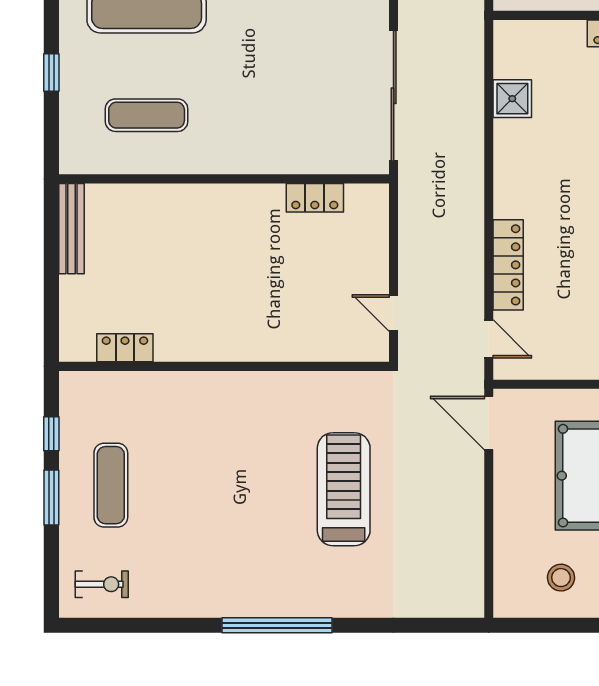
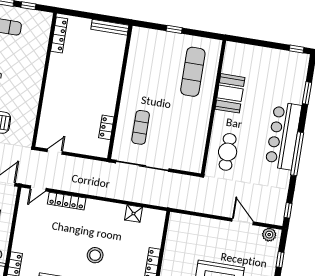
exercise mat: (147, 115) -> (141, 127), moved
locker: (125, 348) -> (59, 35), width x1.53

